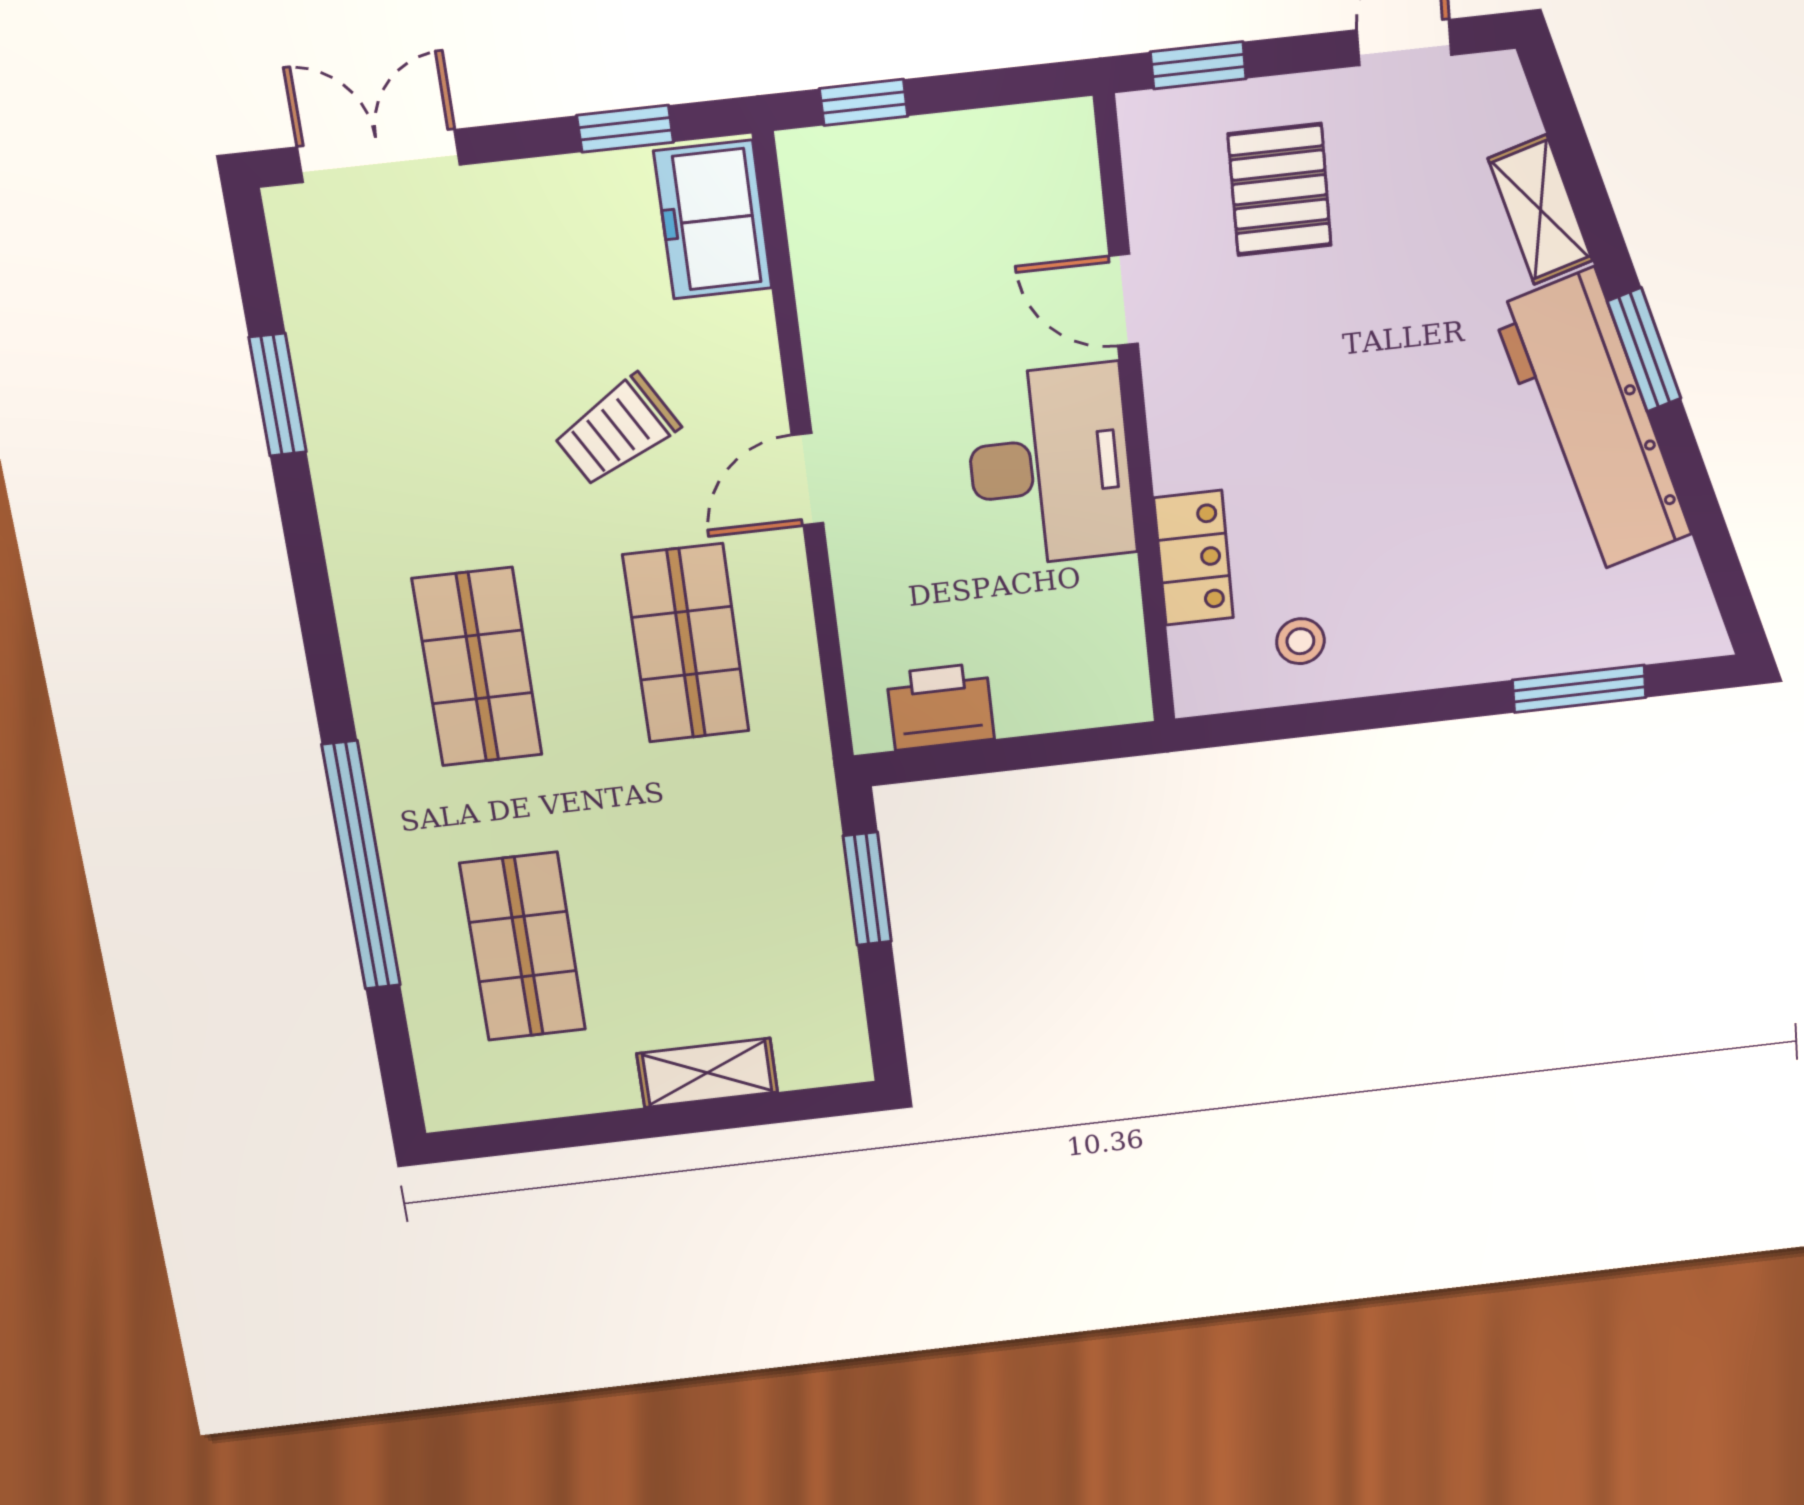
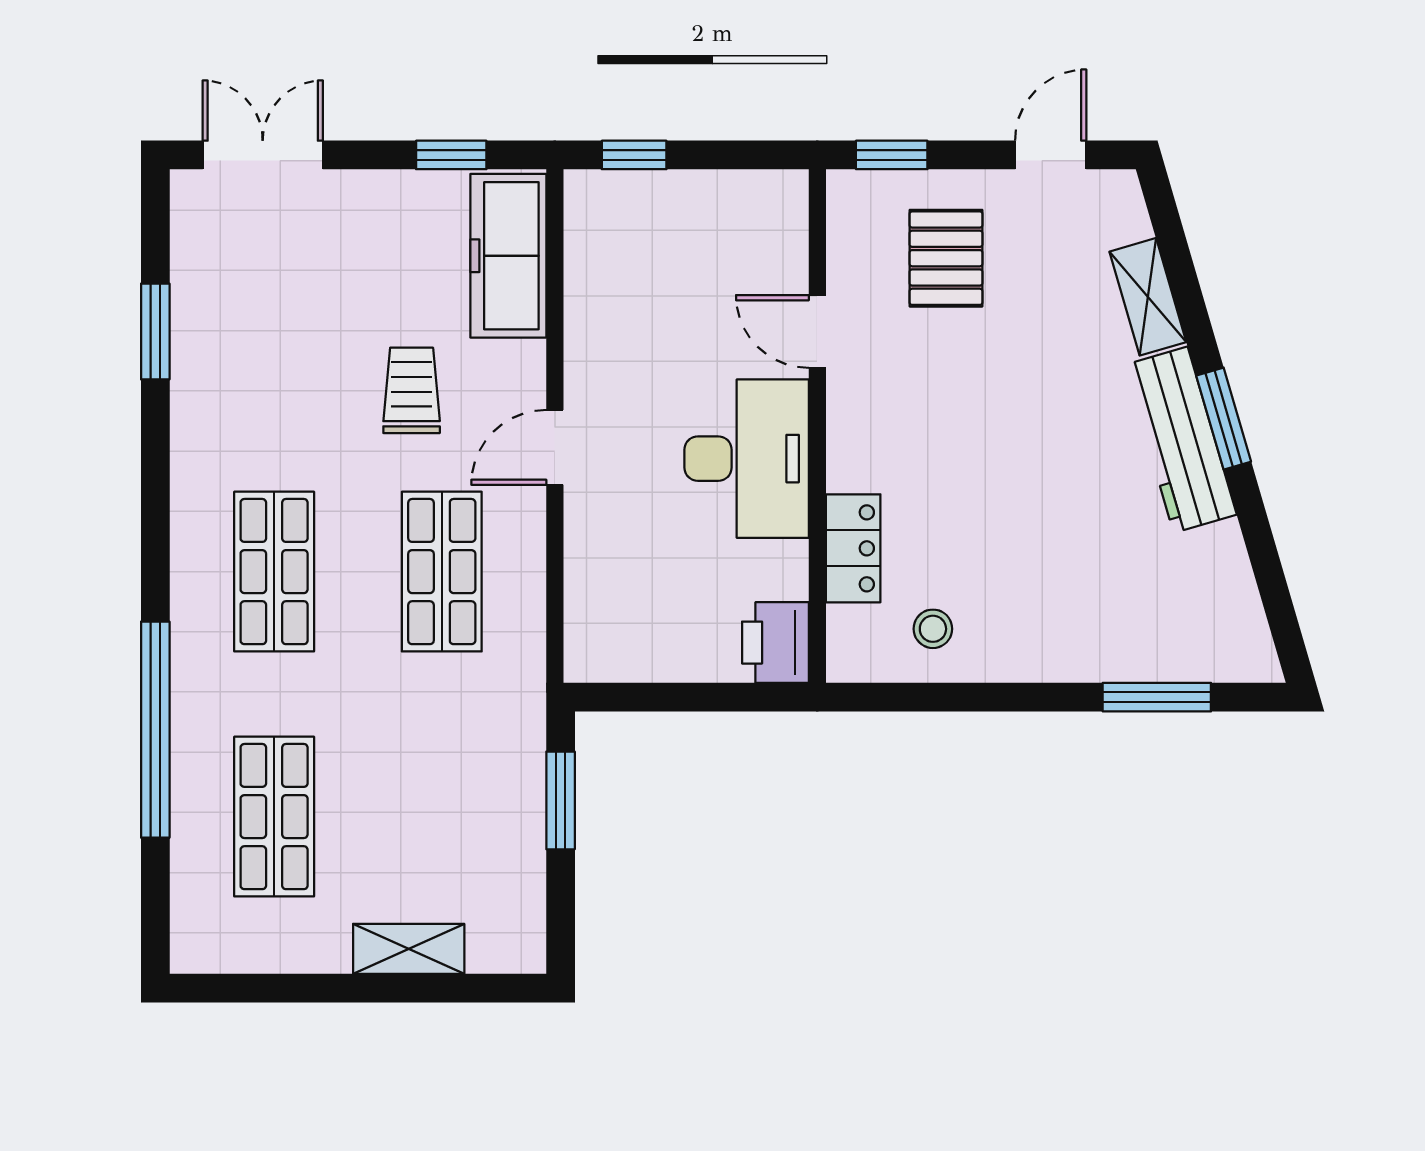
freezer: (713, 220) -> (508, 256), width x1.40
workbench: (1592, 422) -> (1181, 440), width x0.73, depth x0.76
trolley: (617, 431) -> (412, 390), turned 120
printer: (940, 707) -> (775, 643), moved, turned -90

